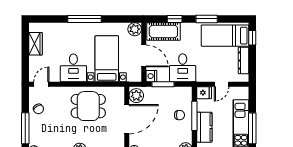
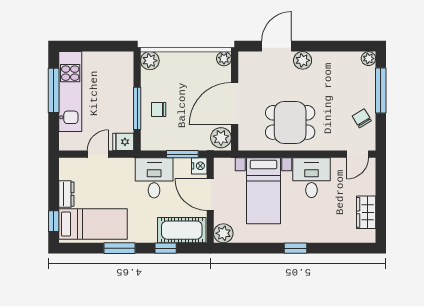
window: (85, 19) -> (295, 248), width x0.46
dresser: (244, 60) -> (66, 194), width x0.70
kitchen counter: (204, 127) -> (123, 92), removed

